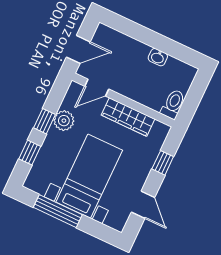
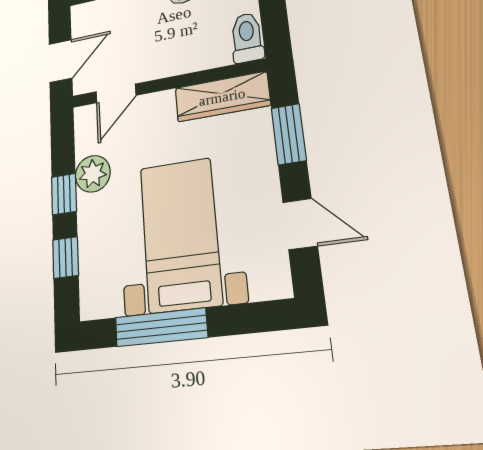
wardrobe: (128, 117) -> (222, 97), moved
window: (163, 163) -> (289, 134), width x1.50

